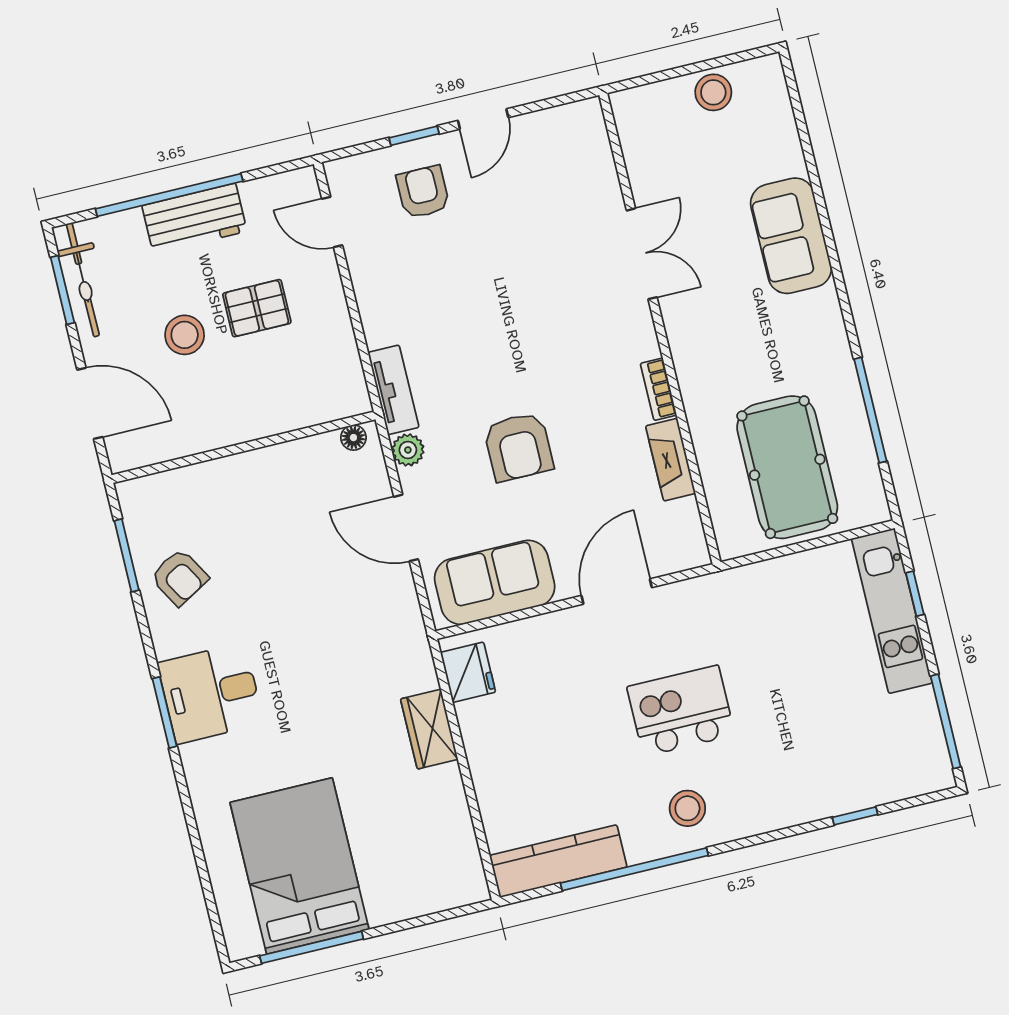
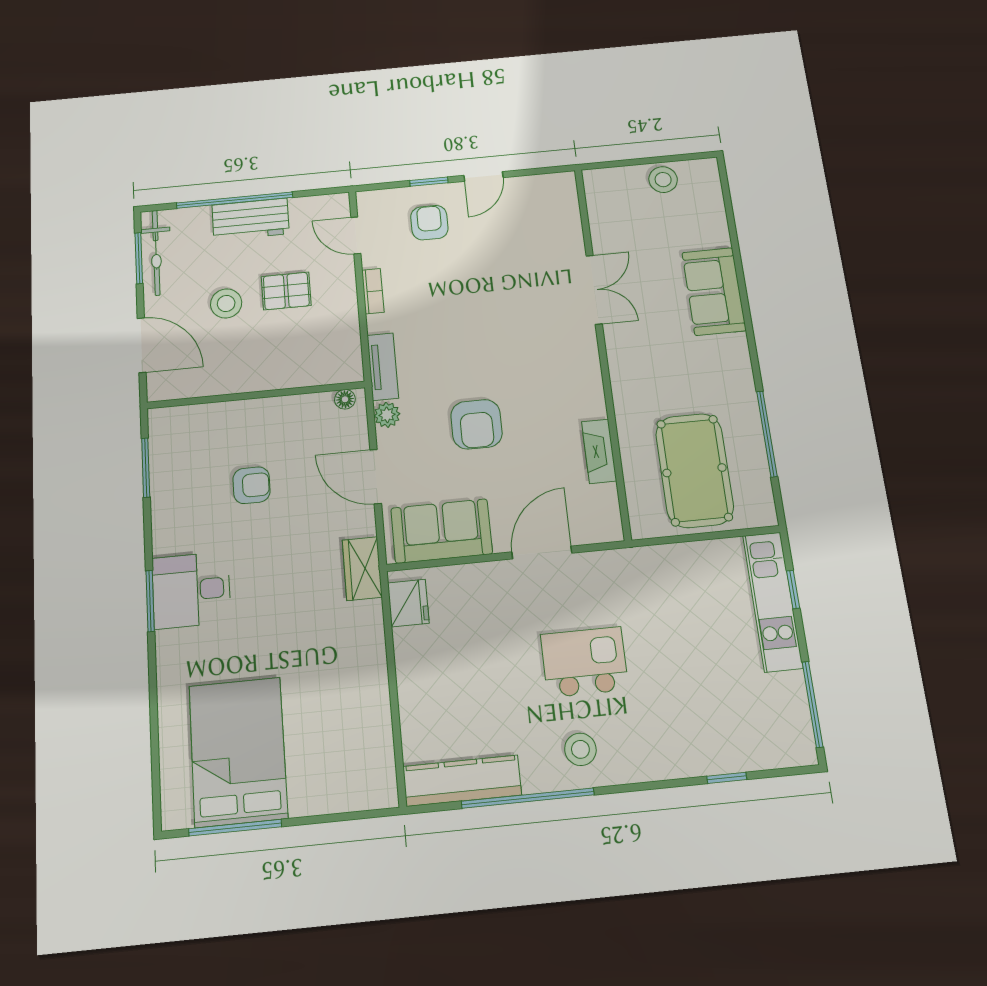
bookcase: (658, 389) -> (373, 291), moved, turned 180
armchair: (179, 577) -> (251, 485), moved, turned -60
wardrobe: (429, 729) -> (362, 569), moved

